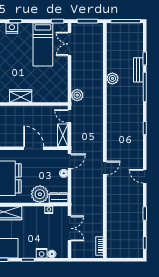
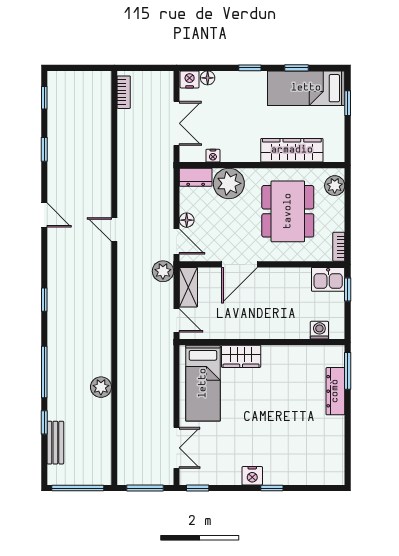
nightstand: (12, 28) -> (252, 476), moved
bed: (43, 44) -> (203, 383), moved, turned 180
bench: (138, 70) -> (55, 443), moved
plant: (77, 95) -> (163, 271), moved
wardrobe: (21, 96) -> (241, 356), moved
door: (34, 148) -> (240, 264), hinge flipped
door: (70, 161) -> (176, 242), swing flipped
door: (105, 168) -> (114, 230), hinge flipped
double door: (70, 228) -> (176, 123), swing flipped
nightstand: (42, 253) -> (190, 79), moved

